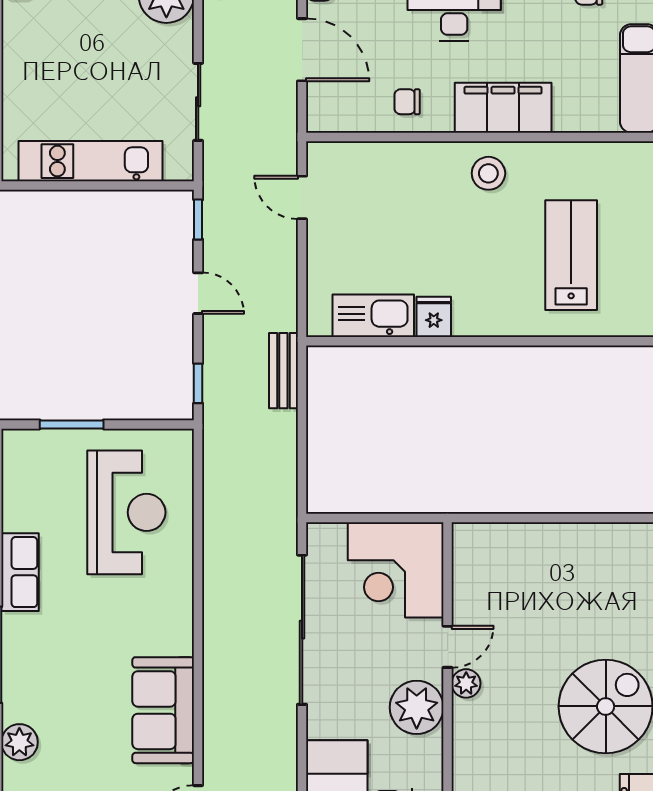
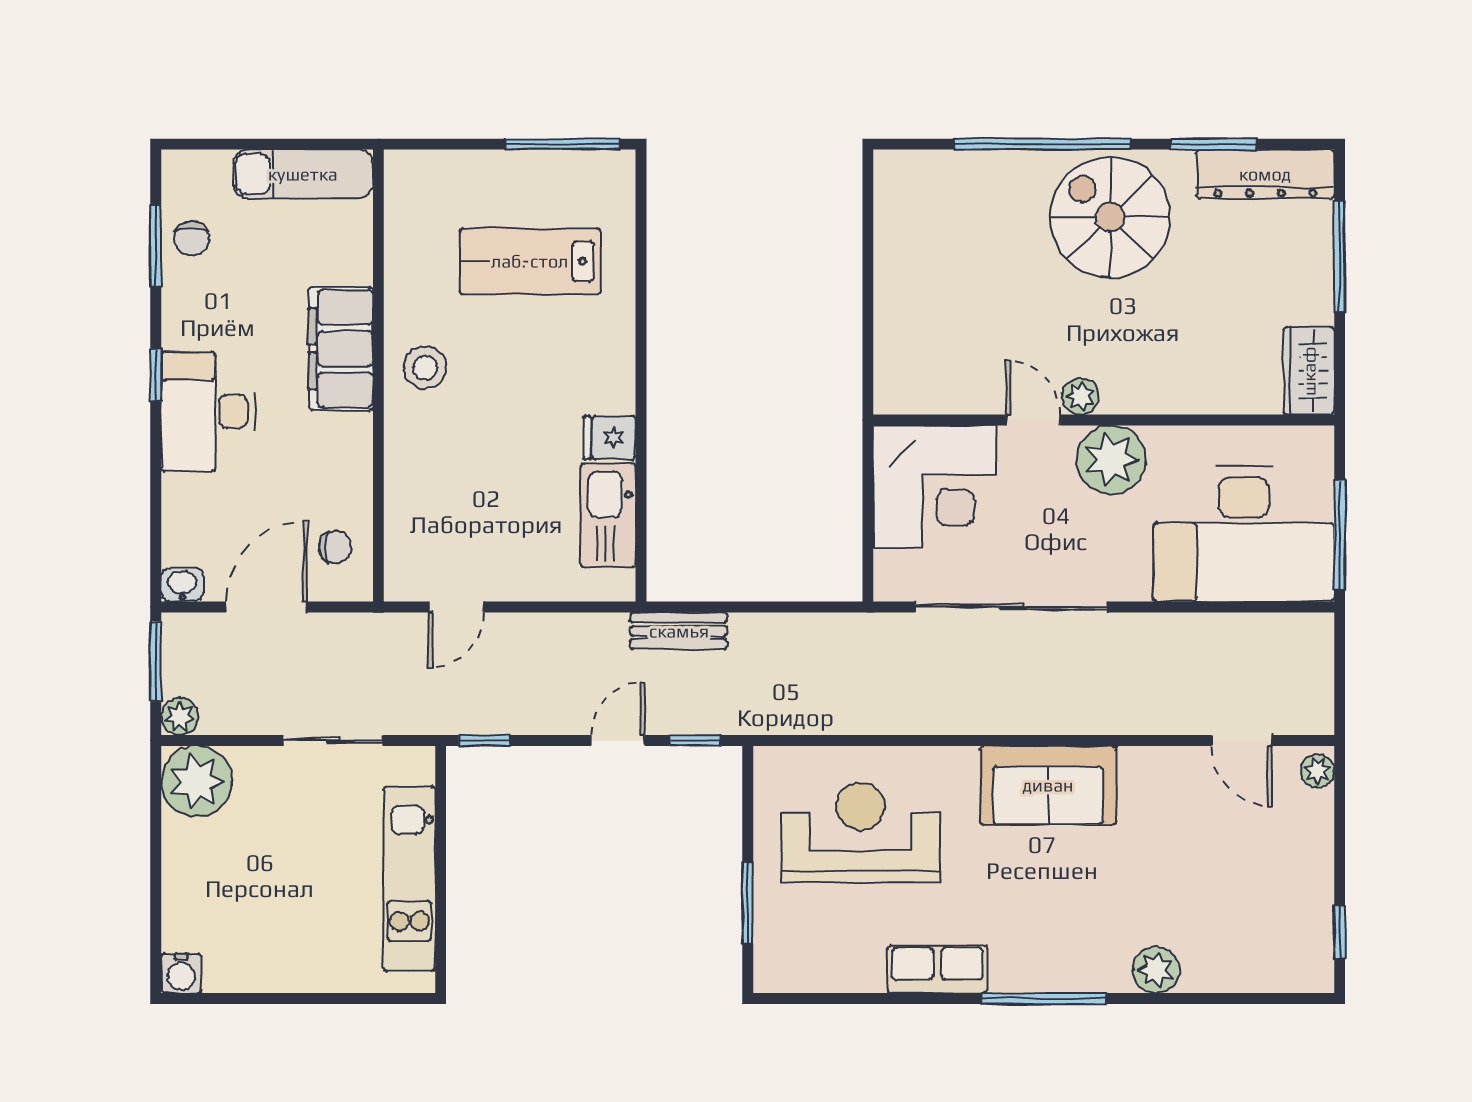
chair: (407, 102) -> (335, 547), moved, turned -90
door: (198, 293) -> (618, 740), moved
sofa: (163, 710) -> (1048, 785), moved

